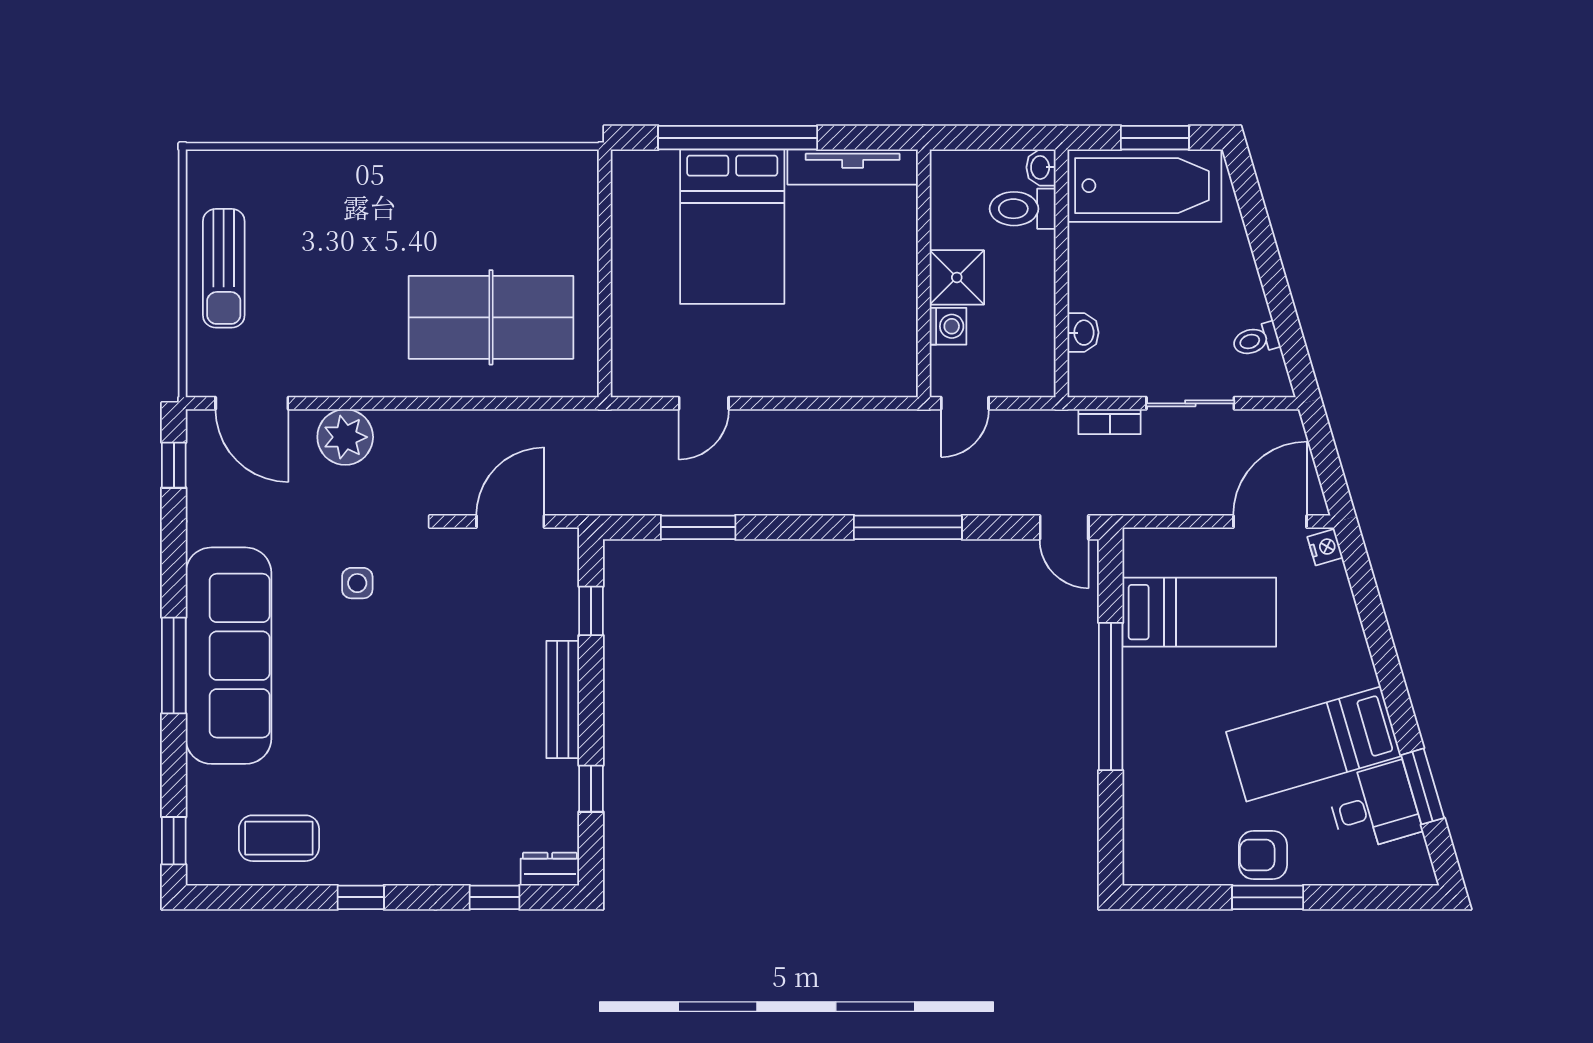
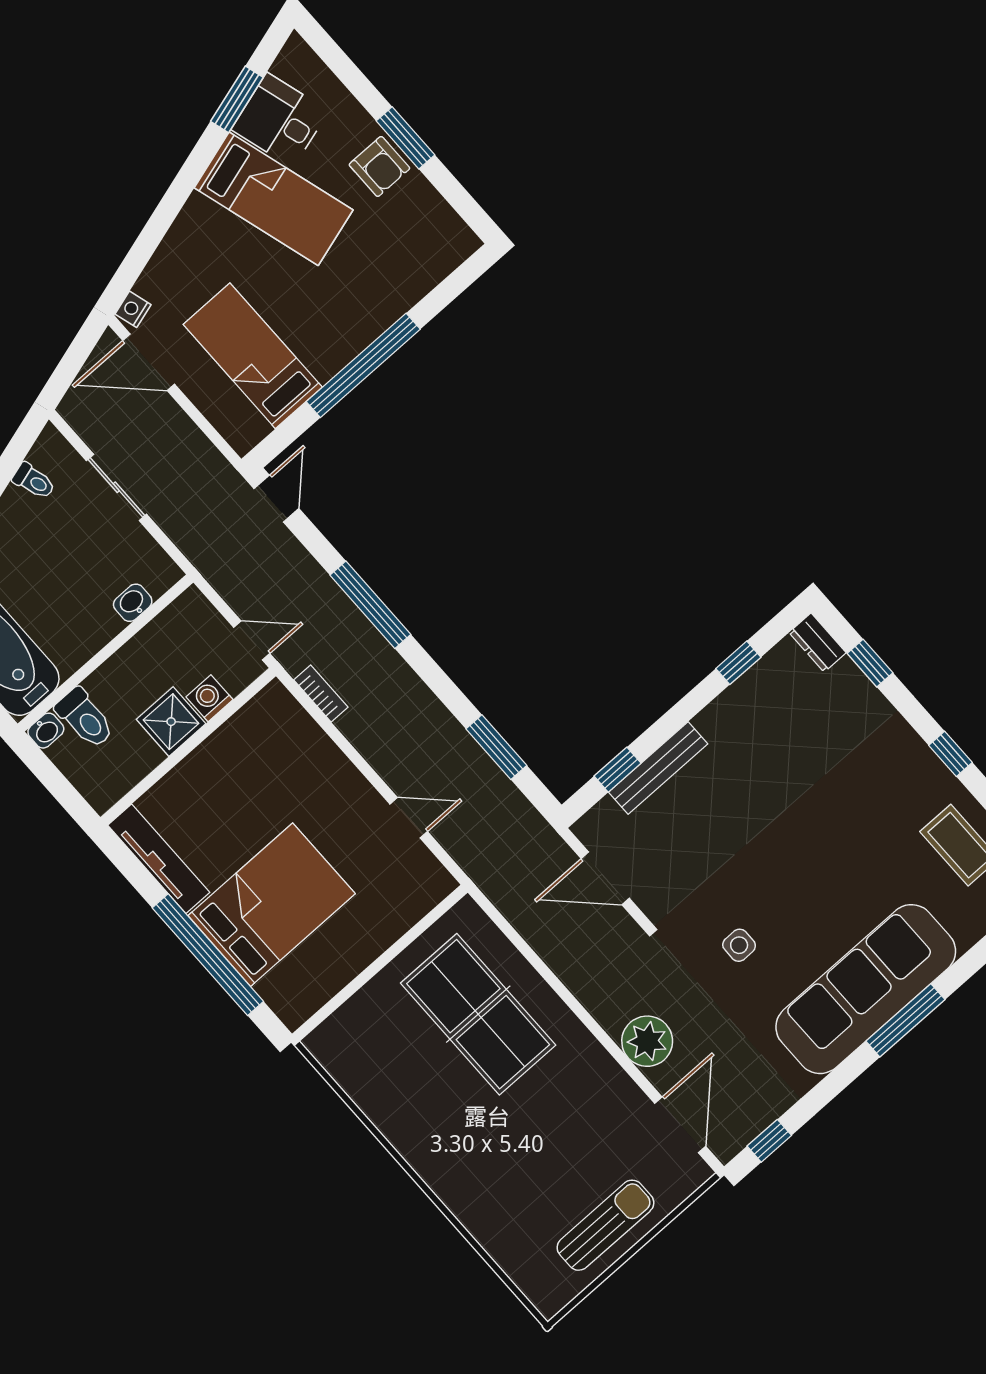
bookcase: (1110, 422) -> (321, 693), moved
bench: (563, 699) -> (658, 768), moved

